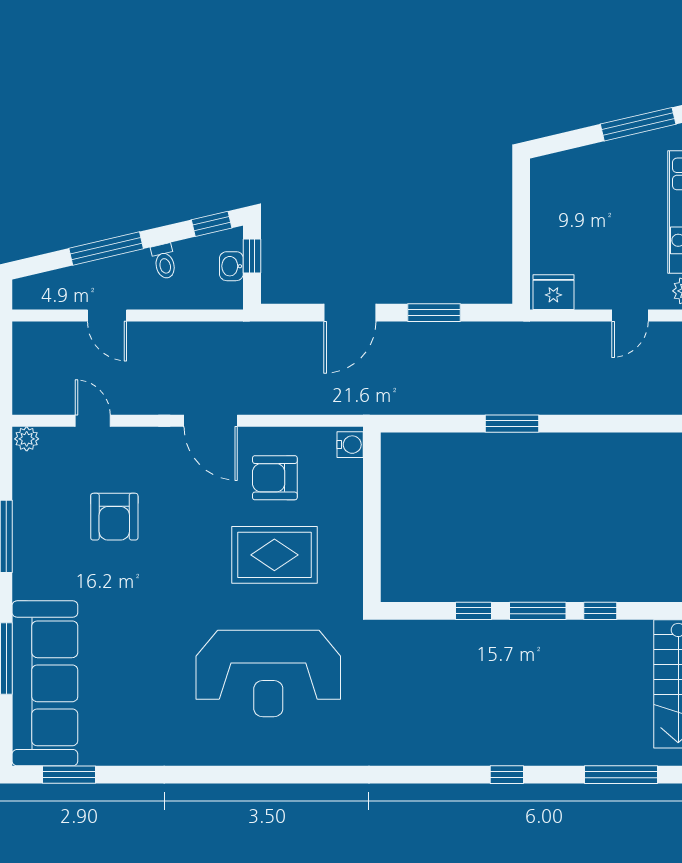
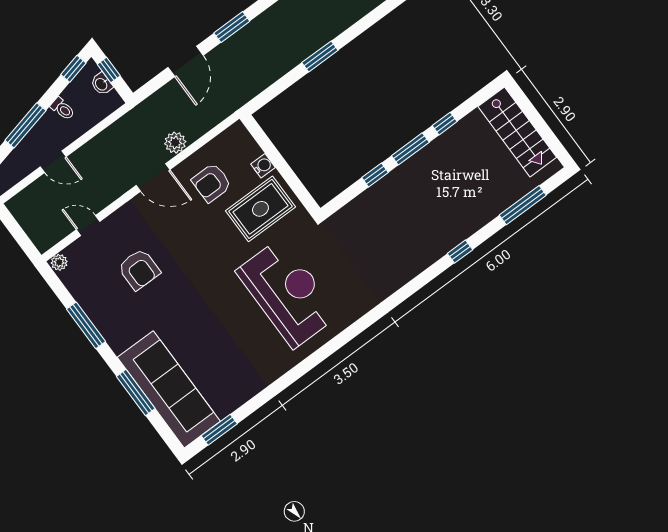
plant: (267, 399) -> (175, 143), added
water cooler: (350, 445) -> (263, 166), moved
rug: (274, 555) -> (260, 209), moved
reception desk: (268, 673) -> (288, 293), turned -90

